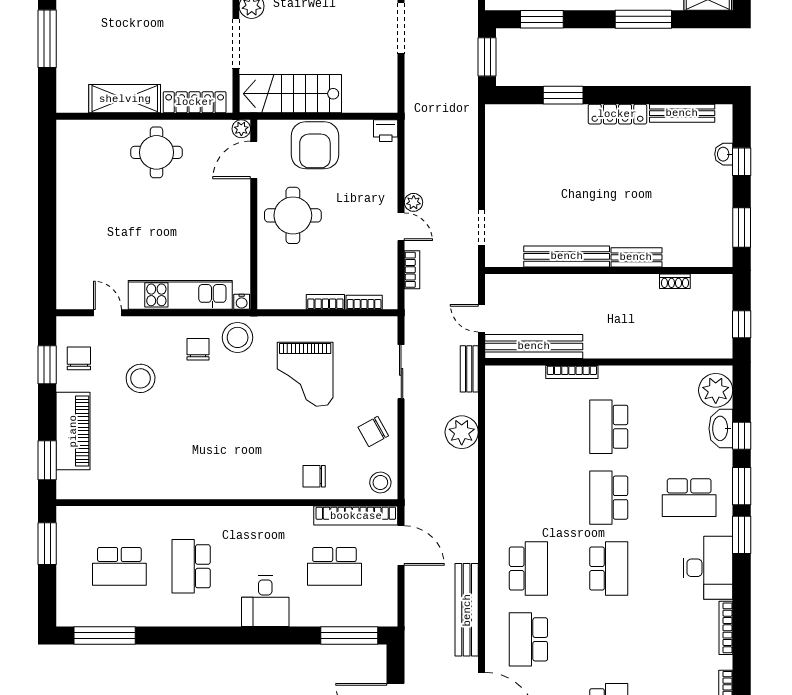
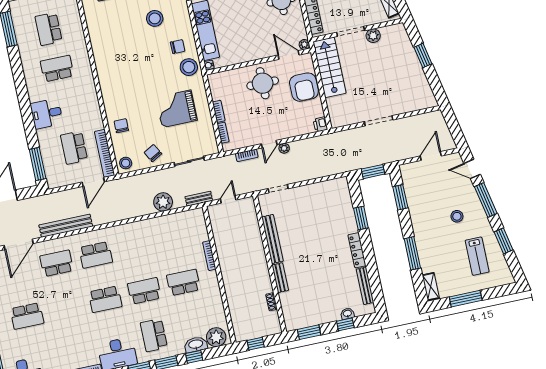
armchair: (315, 145) -> (304, 87), turned -90
bench: (534, 346) -> (219, 232), removed

